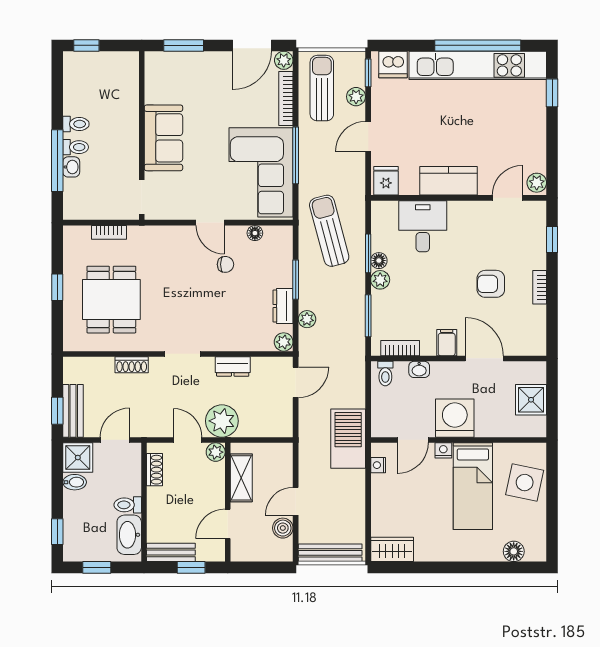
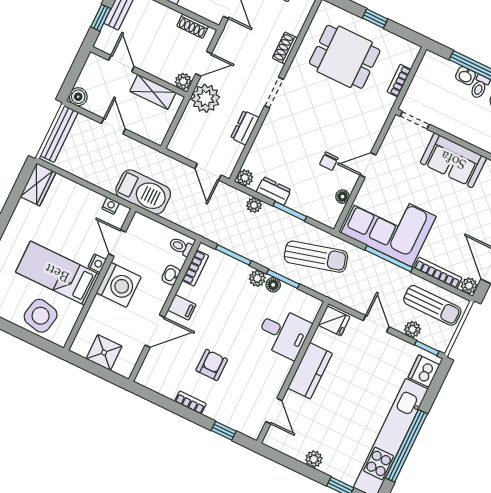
plant: (537, 183) -> (314, 459), moved
boiler: (283, 528) -> (78, 97), moved

